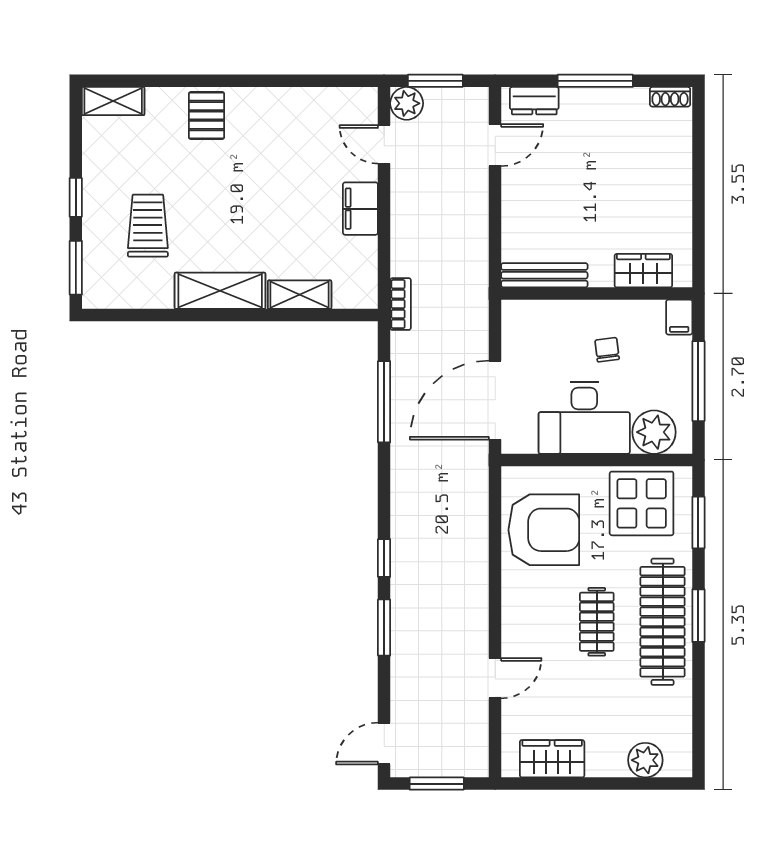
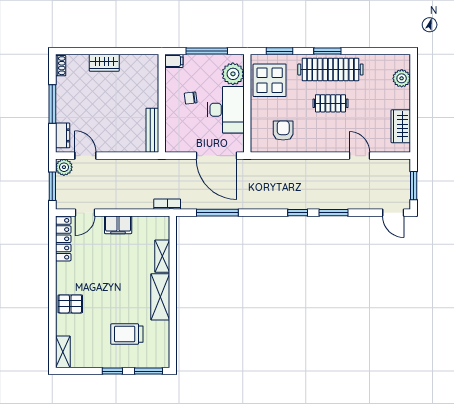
locker: (333, 102) -> (63, 239), added
plant: (407, 103) -> (64, 167), moved
wardrobe: (643, 271) -> (104, 63), moved, turned -90
armchair: (544, 530) -> (283, 131), width x0.53, depth x0.53

